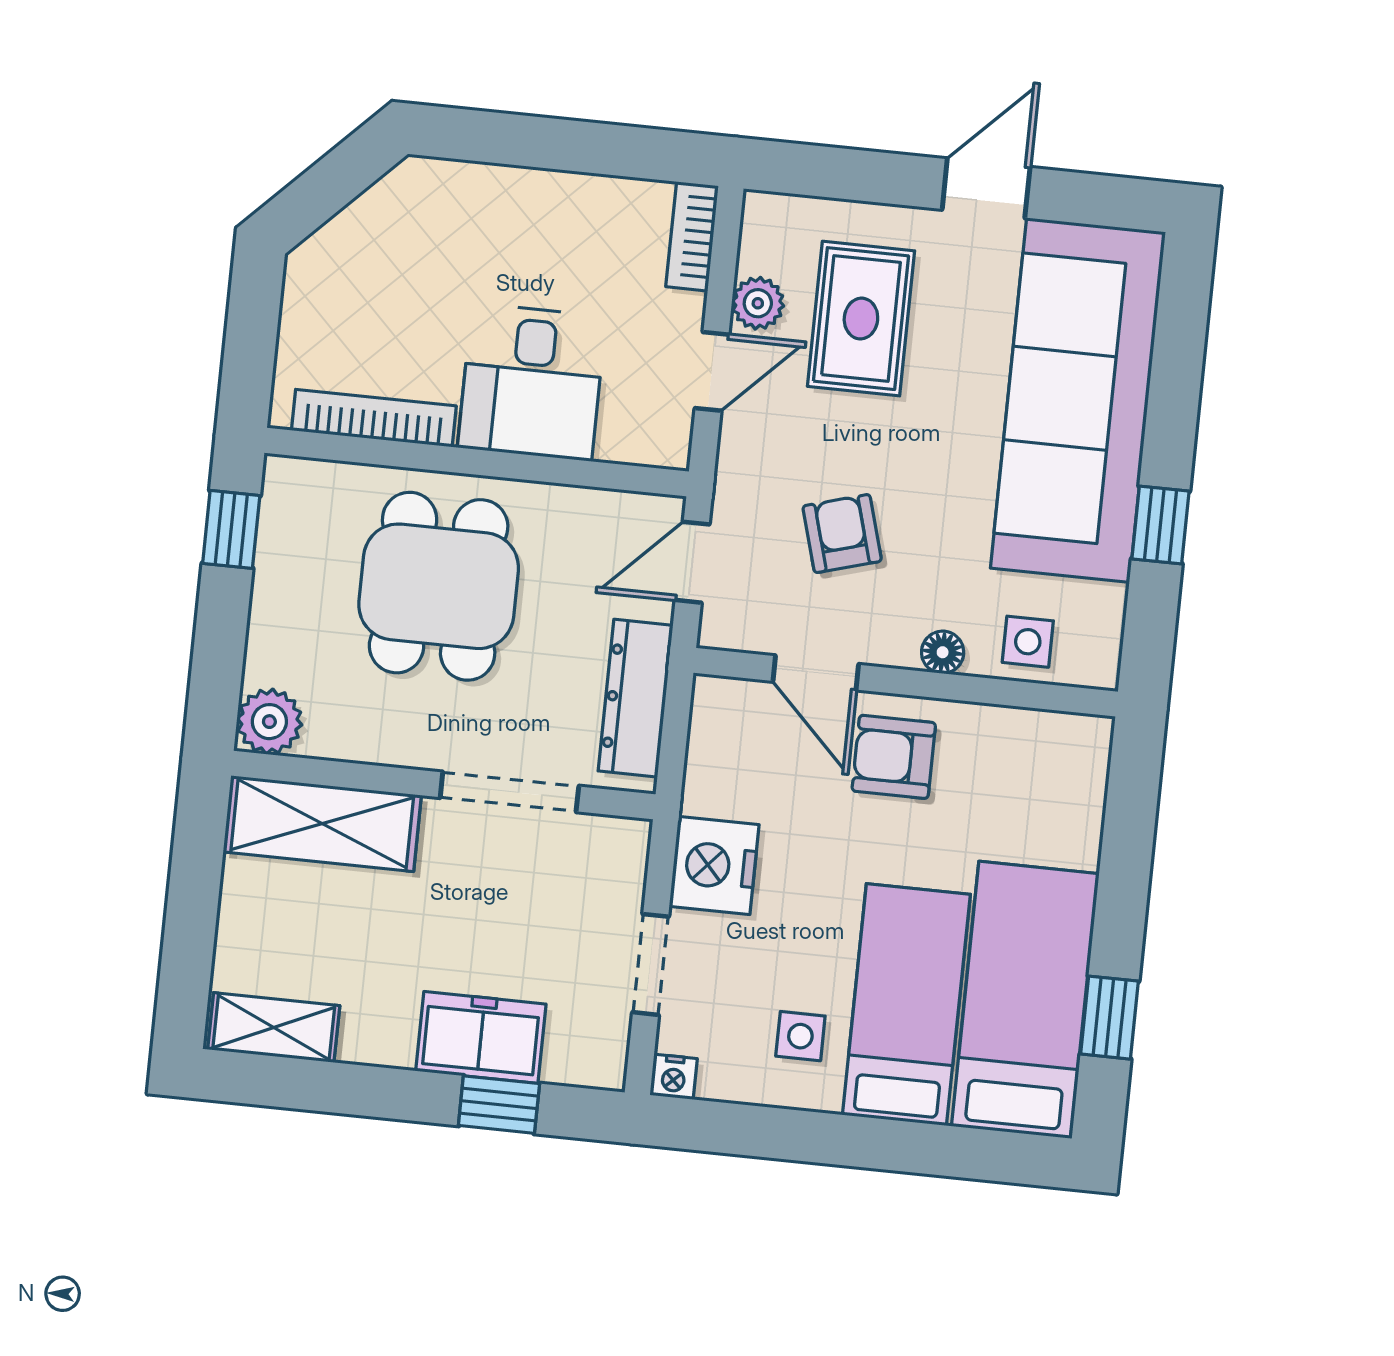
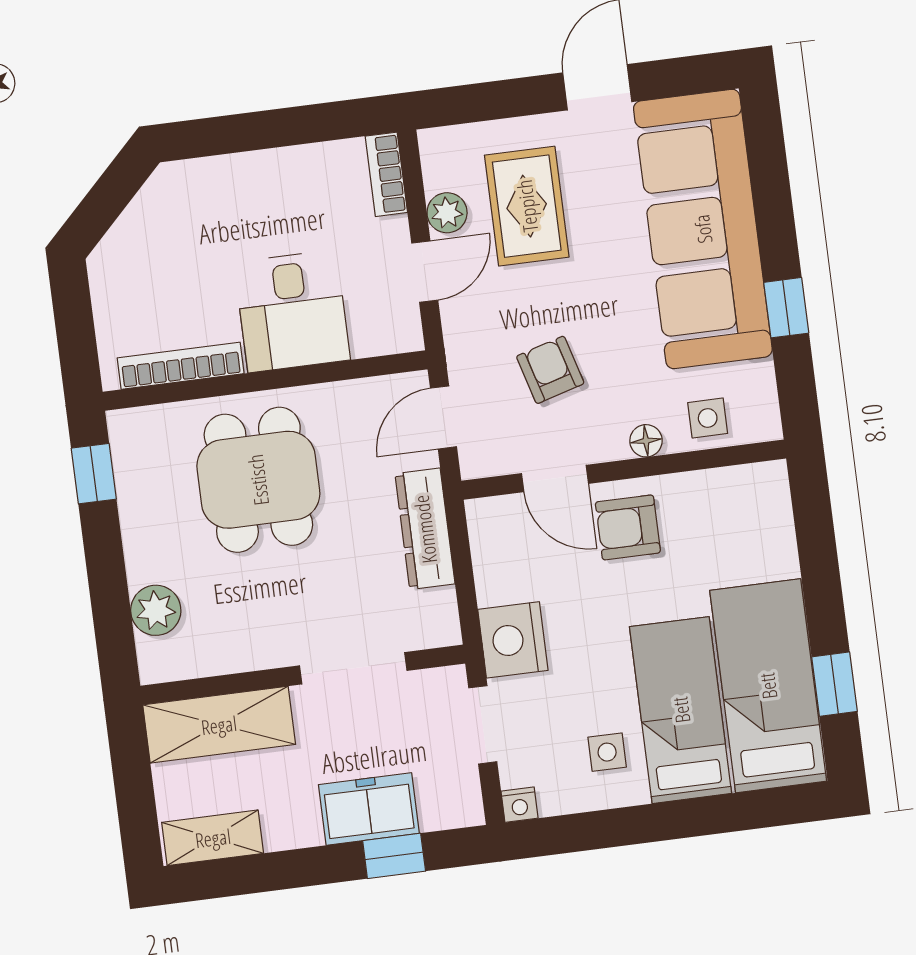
wall: (443, 785) -> (303, 675), moved
doorway: (509, 792) -> (353, 668), moved
shelving: (322, 824) -> (219, 725), moved

